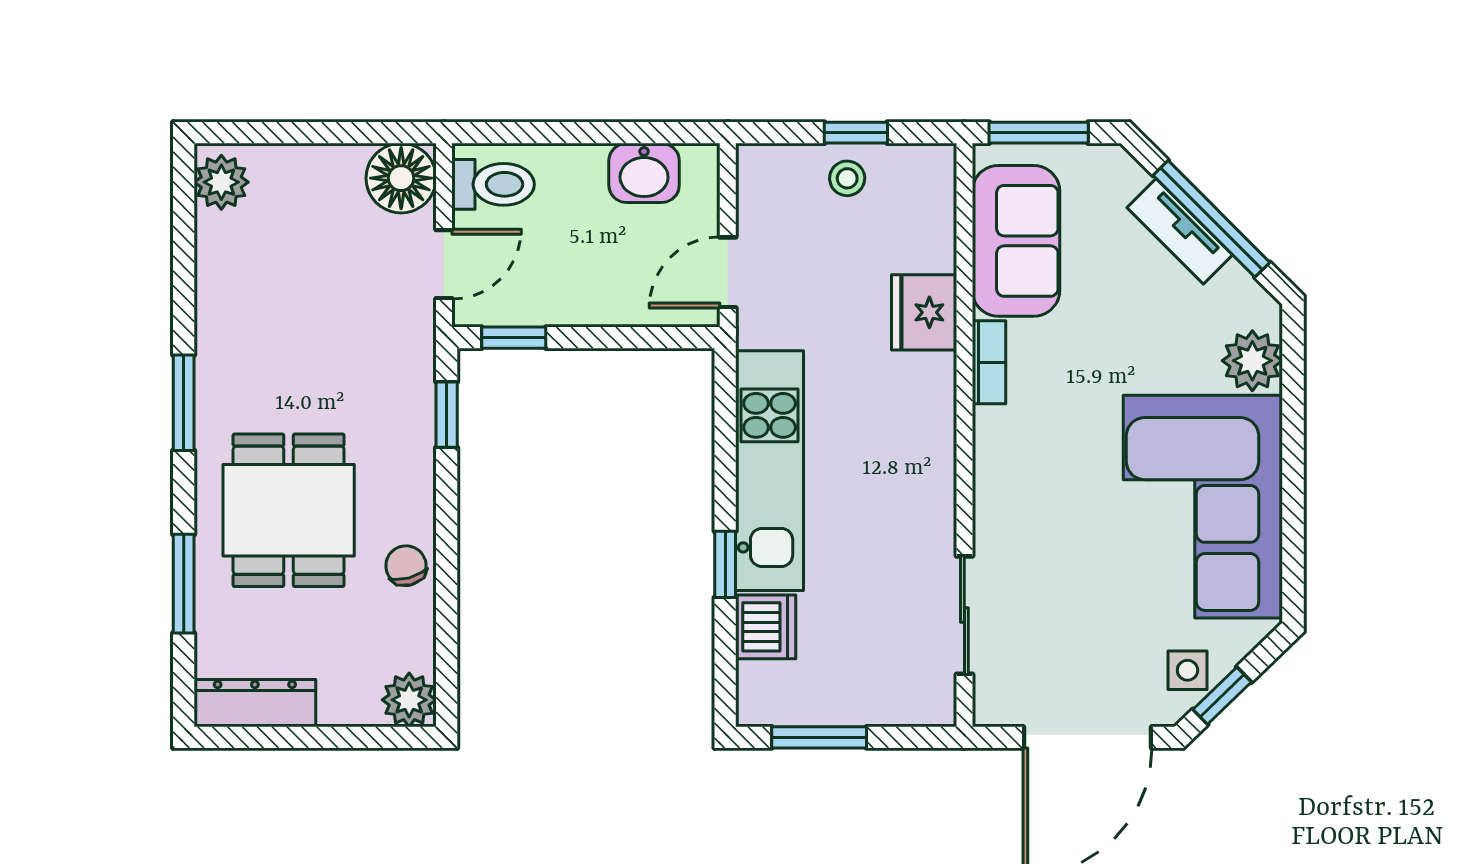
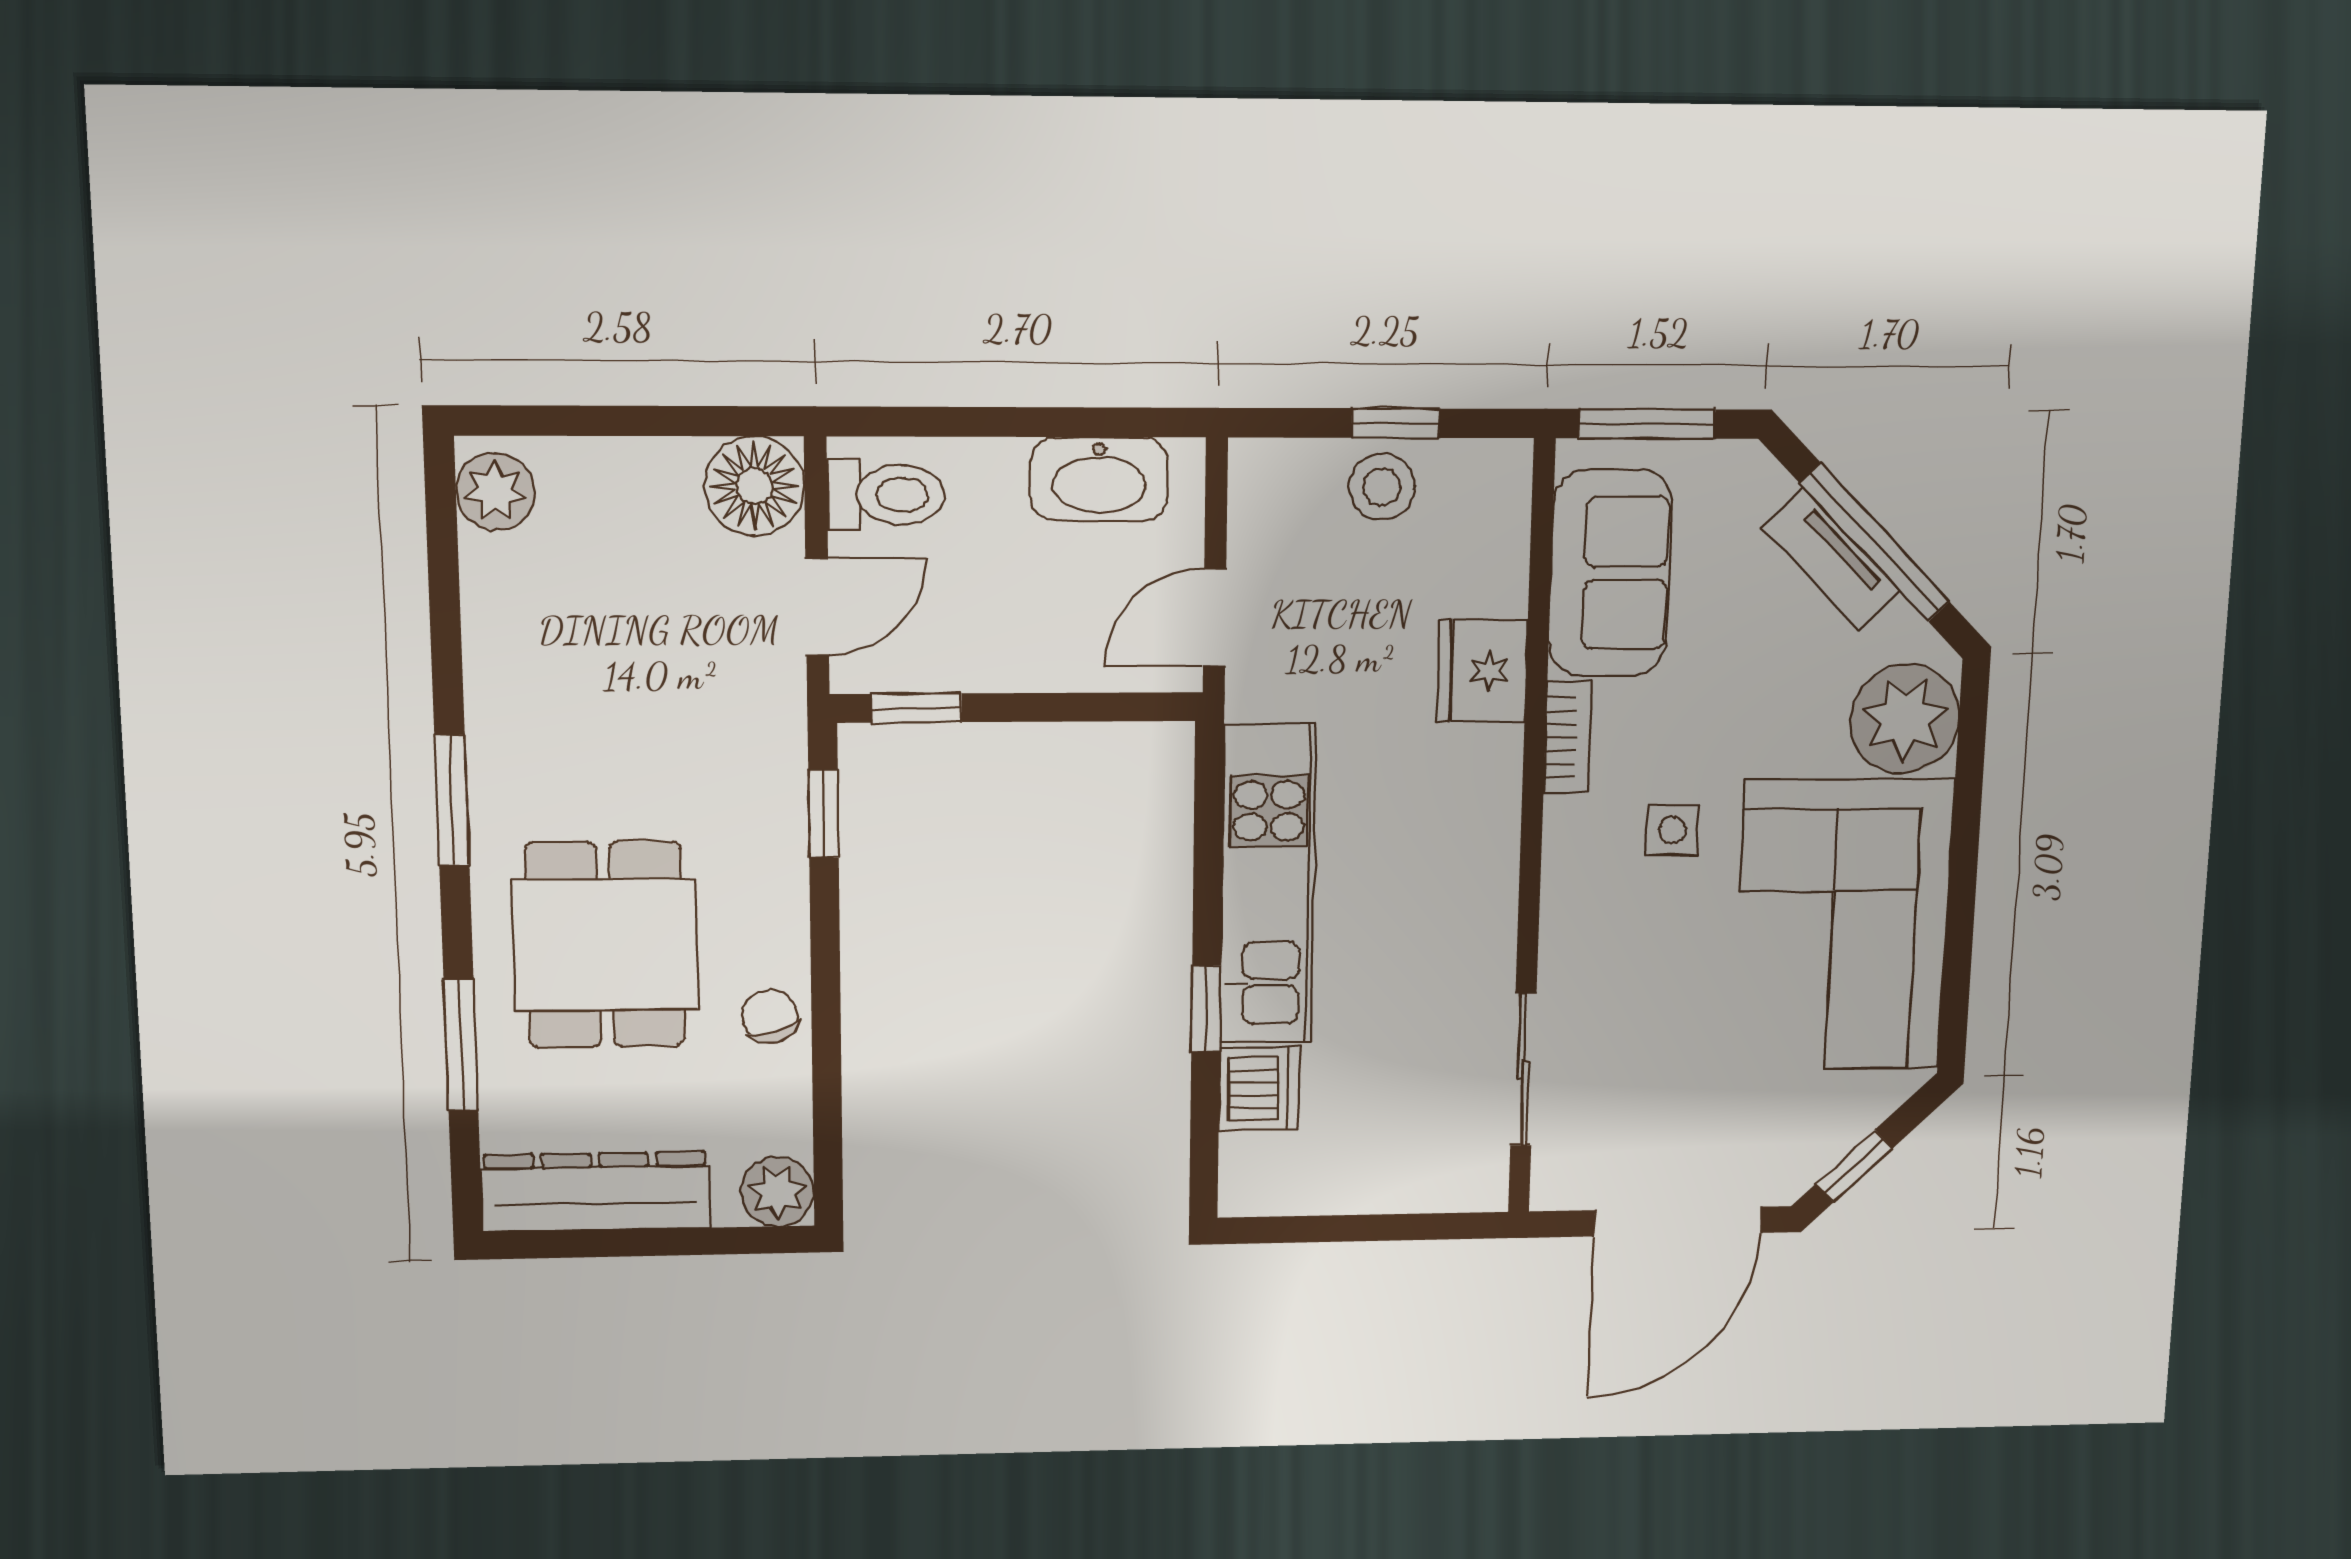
washbasin: (644, 173) -> (1099, 479), width x1.38
stool: (847, 178) -> (1382, 487), width x1.37, depth x1.37
plant: (1252, 361) -> (1905, 719), width x1.36, depth x1.36
side table: (1187, 670) -> (1672, 830), moved
dresser: (255, 703) -> (596, 1192), width x1.37, depth x1.24
window: (819, 737) -> (1328, 1229), removed

